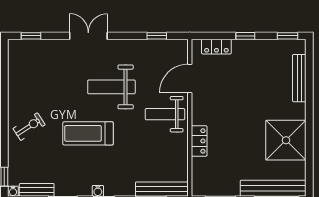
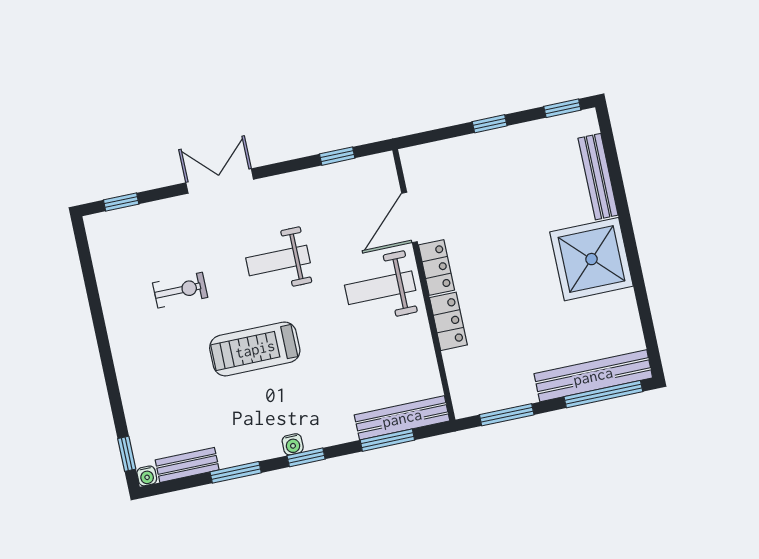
locker: (216, 47) -> (436, 267), moved, turned -90
weight bench: (111, 87) -> (278, 260), width x0.73, depth x0.75
exercise bike: (29, 127) -> (180, 290), moved, turned 33
shower: (286, 140) -> (592, 259), moved

